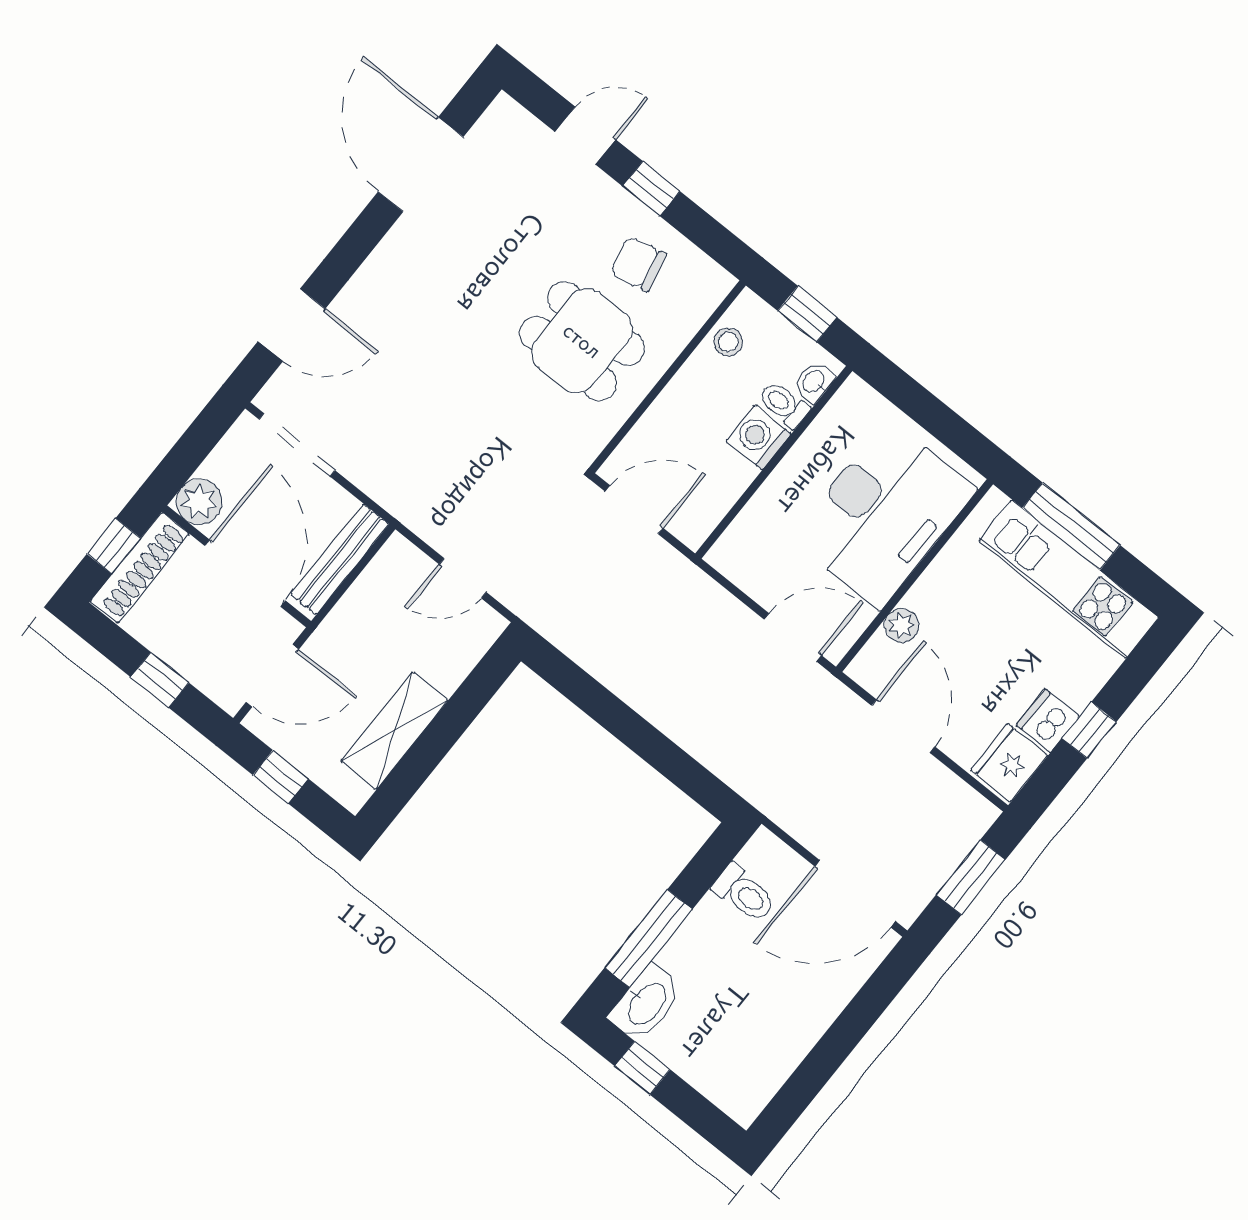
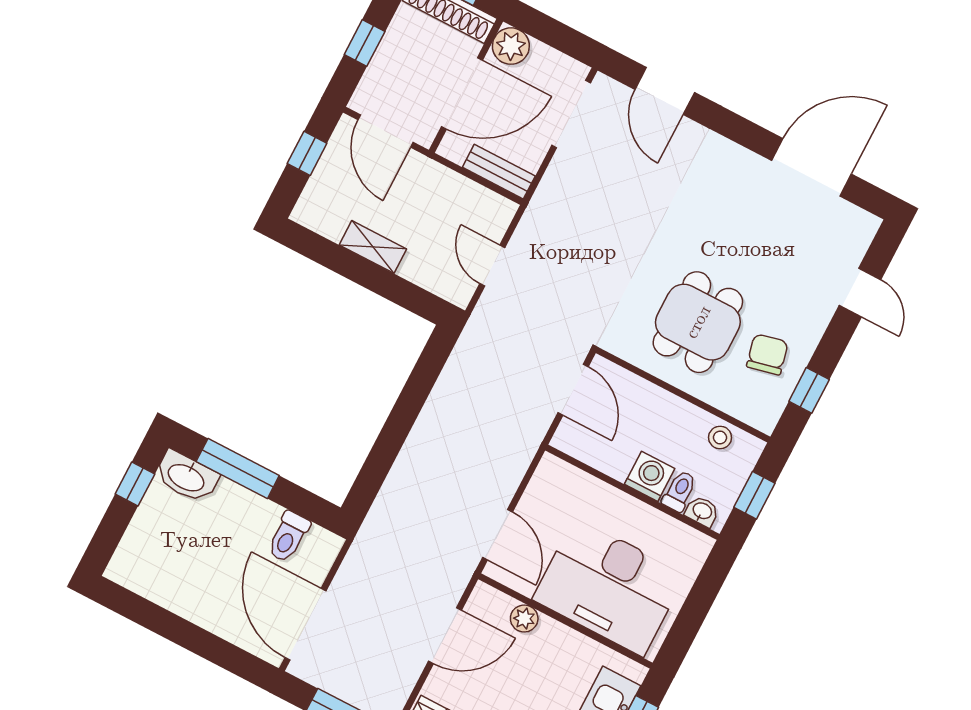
window: (651, 189) -> (809, 390), moved
bench: (340, 559) -> (499, 172), width x0.73
shelving: (394, 731) -> (373, 247), width x0.67, depth x0.75

